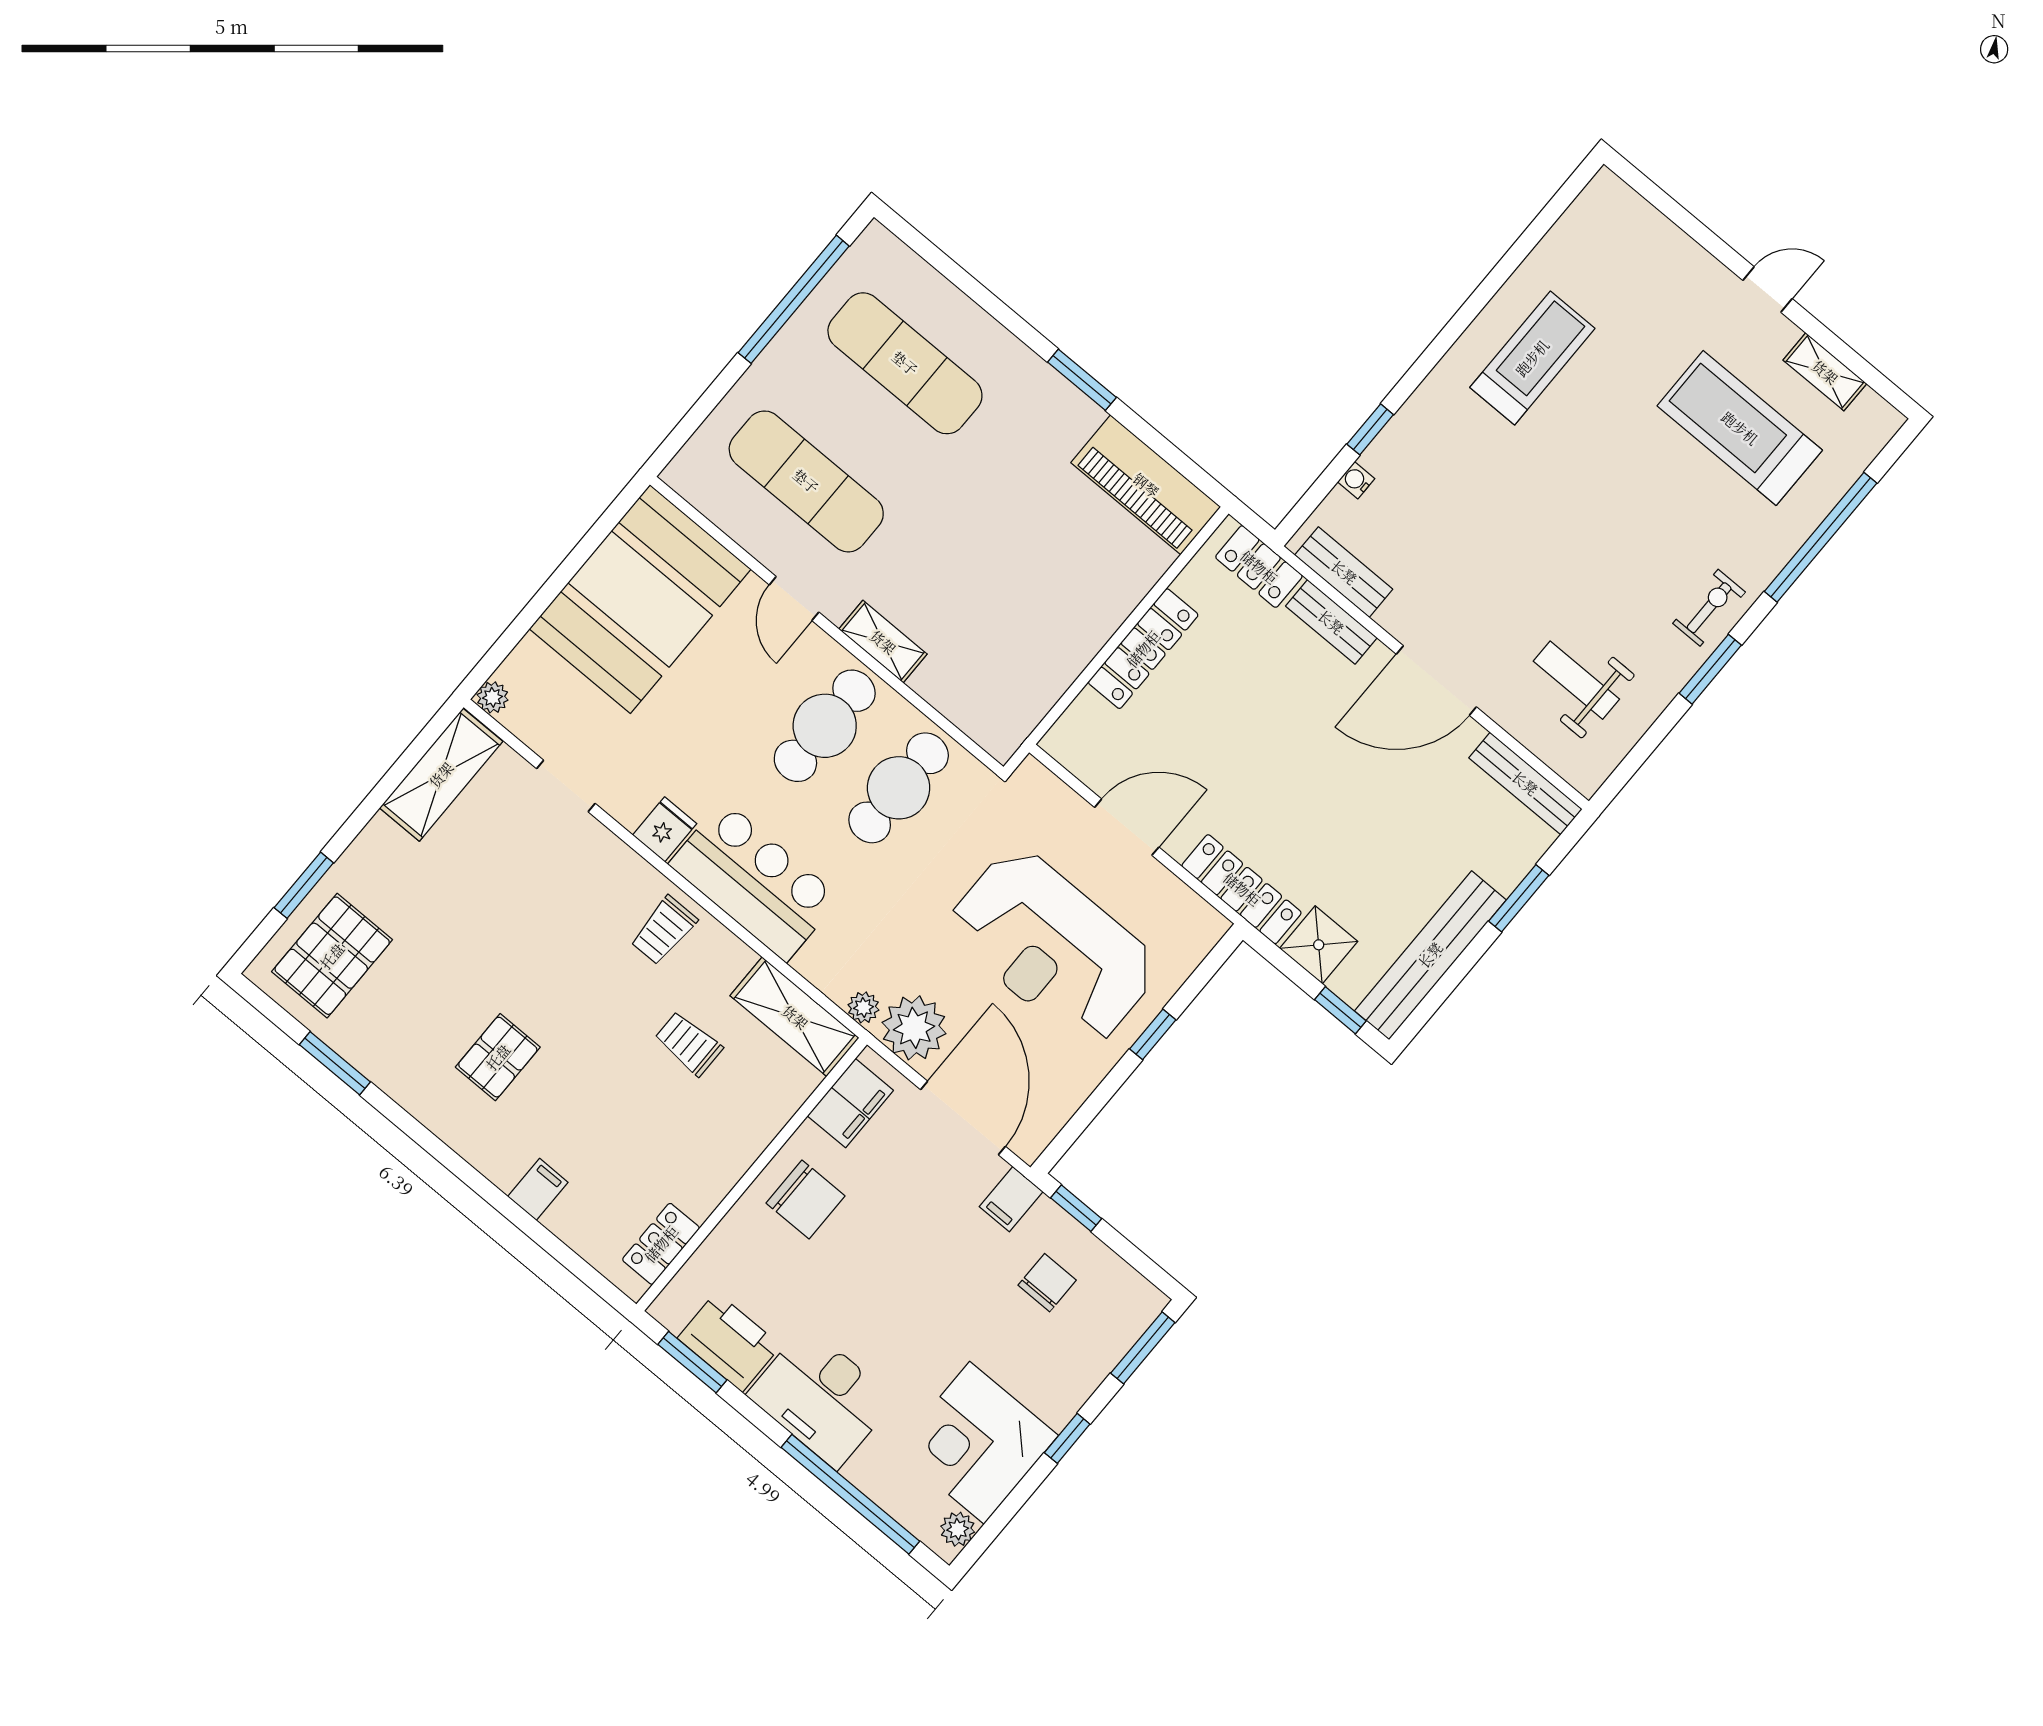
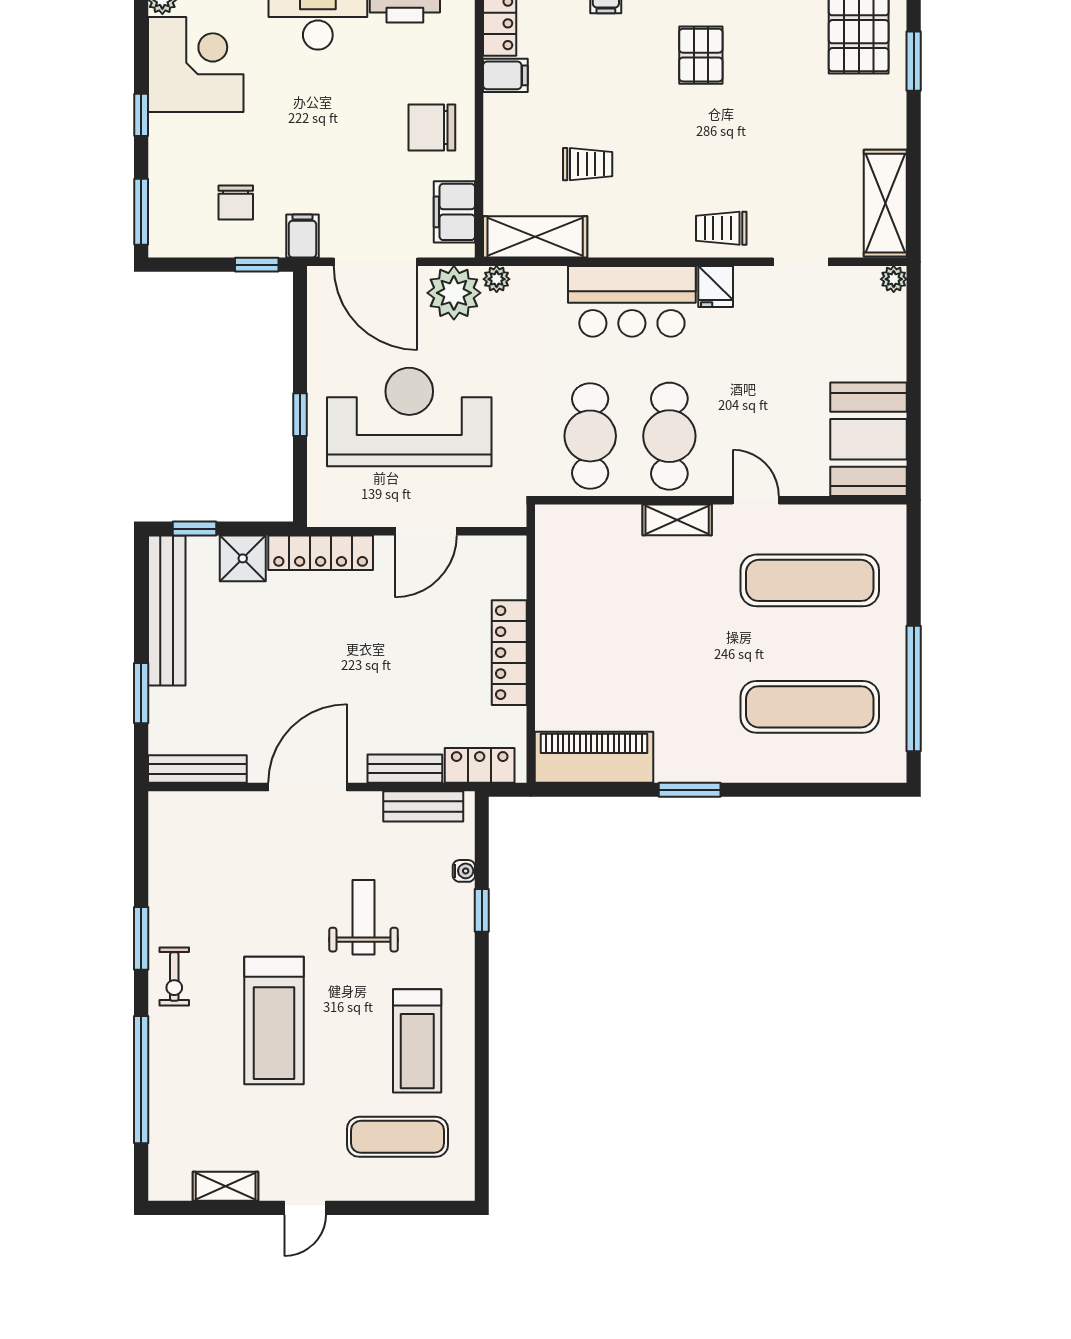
exercise mat: (1626, 284) -> (397, 1137), added
treadmill: (1740, 428) -> (274, 1020), moved, turned 90
booth: (640, 599) -> (869, 439), width x0.73, depth x0.70
weight bench: (1576, 680) -> (363, 917), moved, turned -90
trolley: (664, 930) -> (721, 228), moved, turned -90
filing cabinet: (696, 1191) -> (505, 75), added

